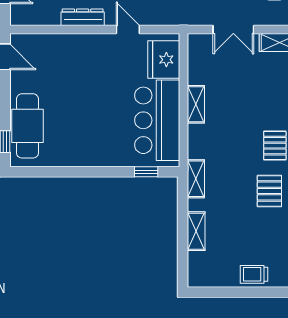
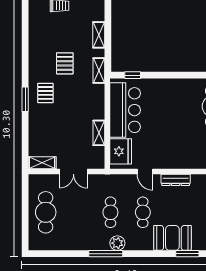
double door: (233, 30) -> (73, 172), swing flipped
shelving: (196, 104) -> (99, 133), moved
pallet: (269, 191) -> (65, 63), moved

